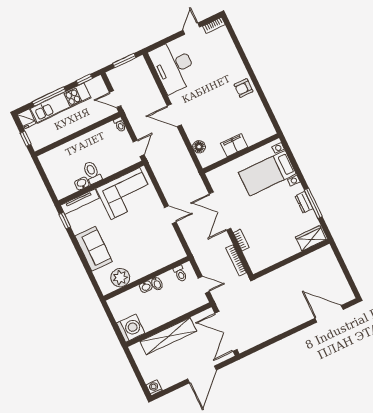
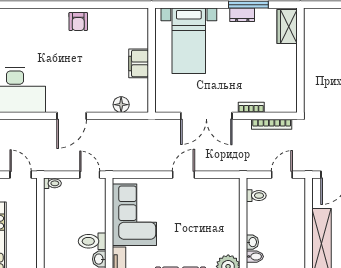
door: (115, 99) -> (21, 175), swing flipped
bidet: (157, 284) -> (255, 257), moved

